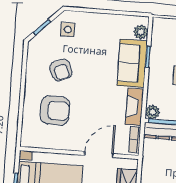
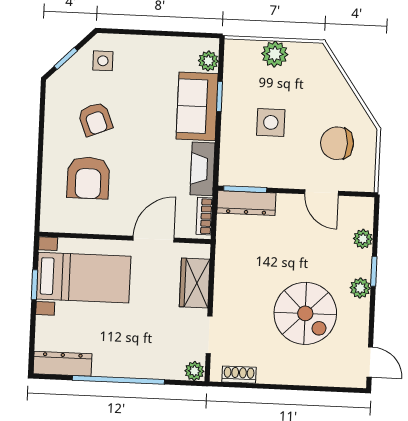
armchair: (55, 110) -> (88, 178), turned 90
plant: (153, 112) -> (229, 176), removed

